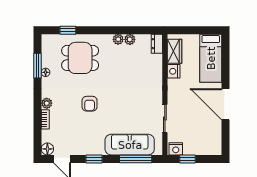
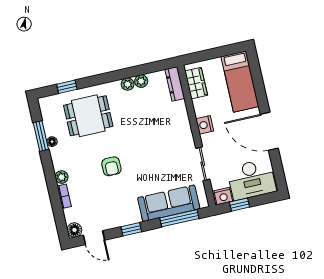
dresser: (157, 44) -> (175, 84), width x1.44
nightstand: (174, 71) -> (205, 125), moved
desk: (202, 140) -> (251, 179), added

